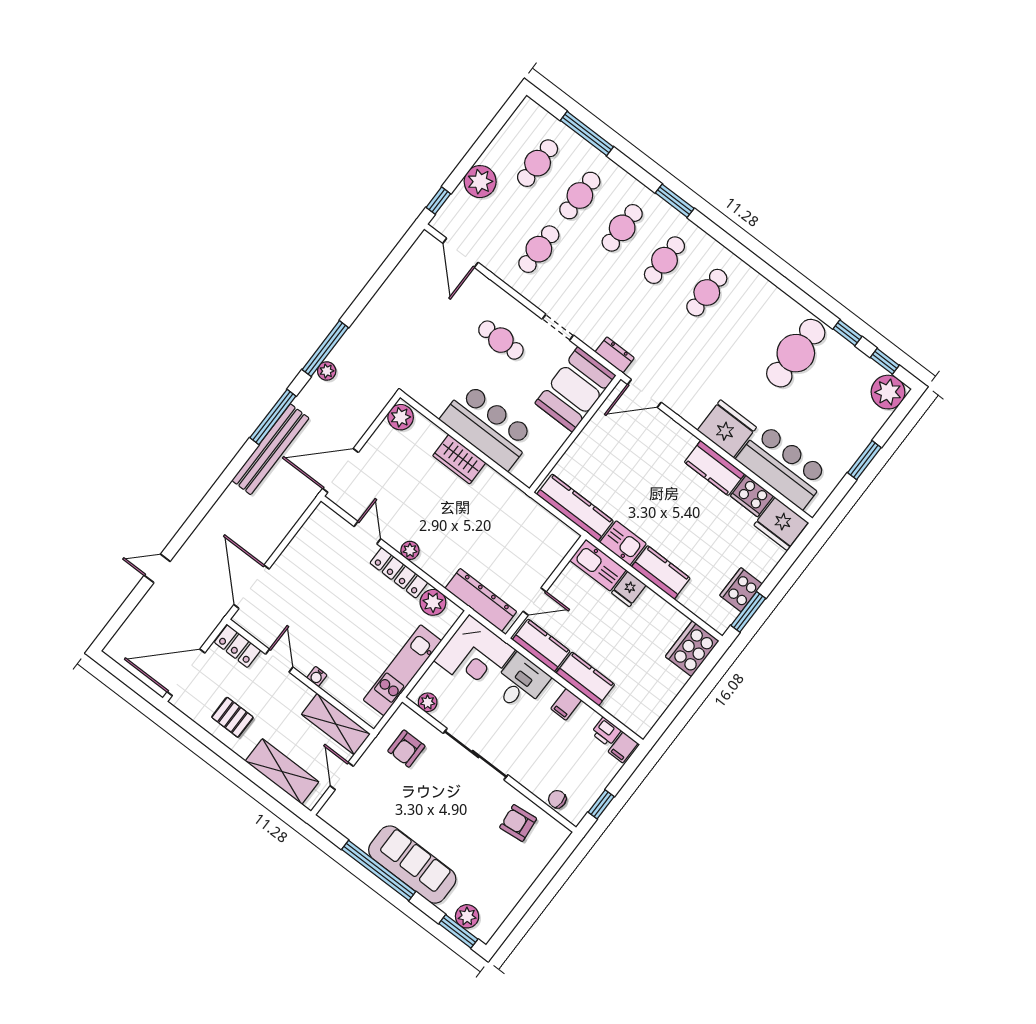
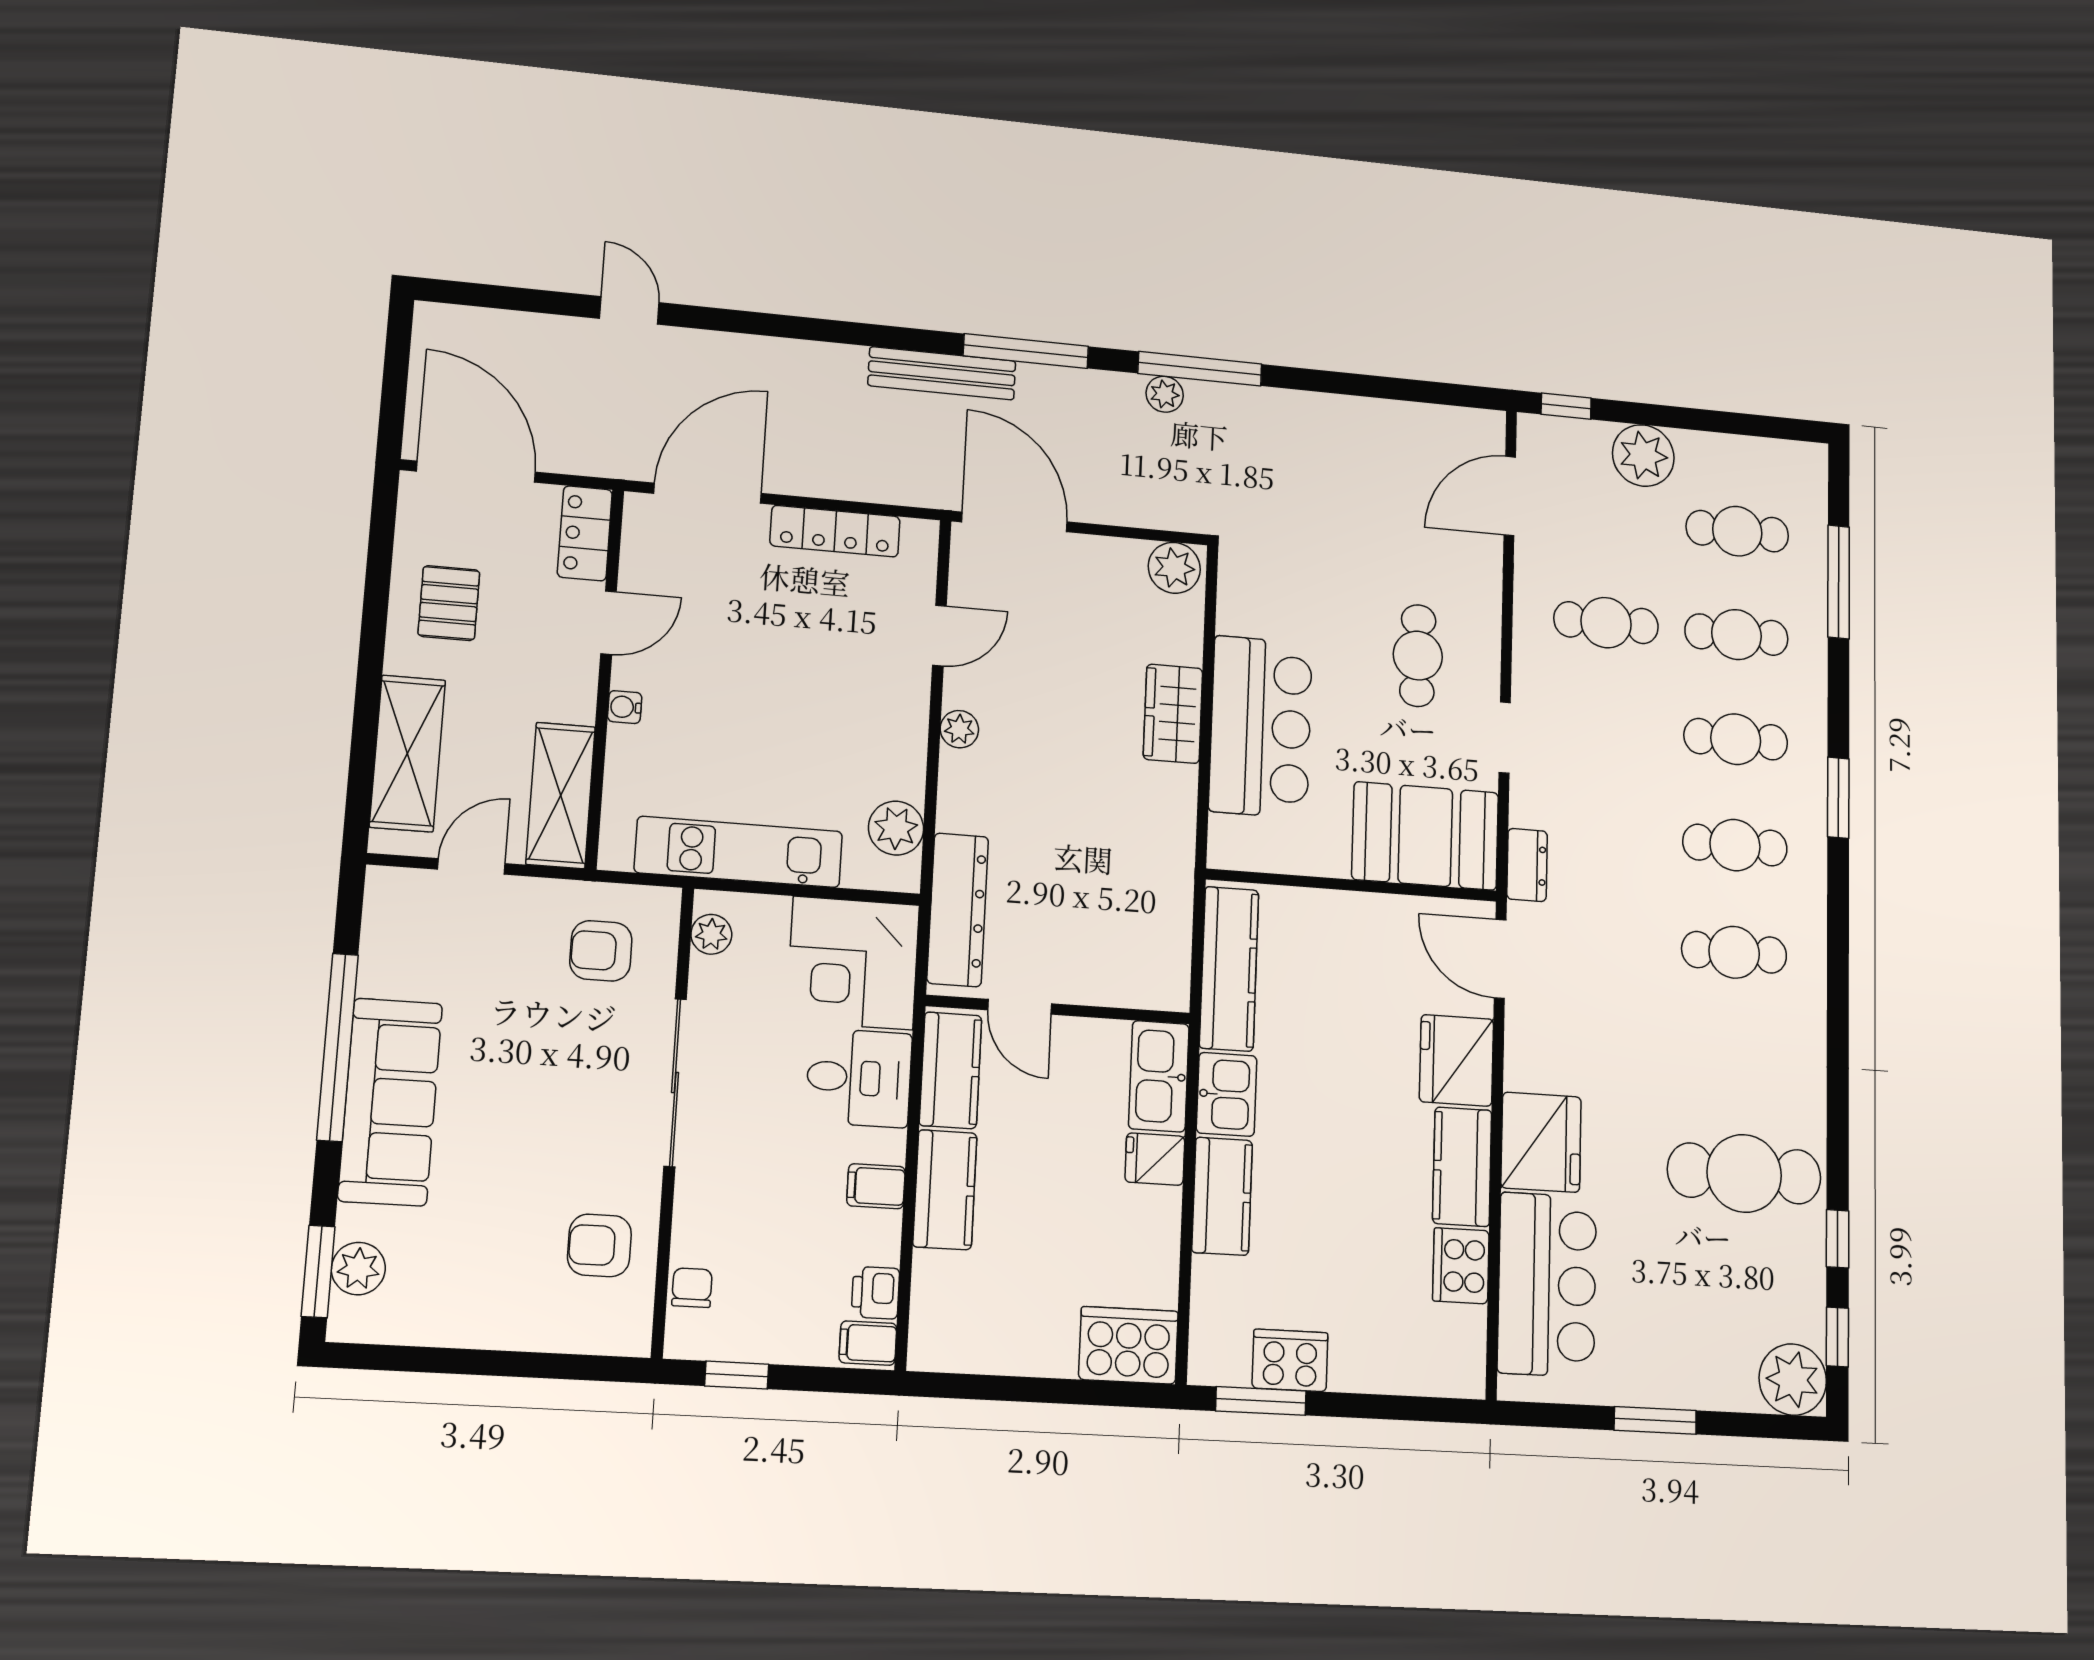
bench: (270, 449) -> (942, 373), width x0.73, depth x0.82
fridge: (781, 524) -> (1456, 1060), moved
locker: (399, 573) -> (835, 531), moved, turned -90
armchair: (518, 823) -> (599, 1245), turned -84

